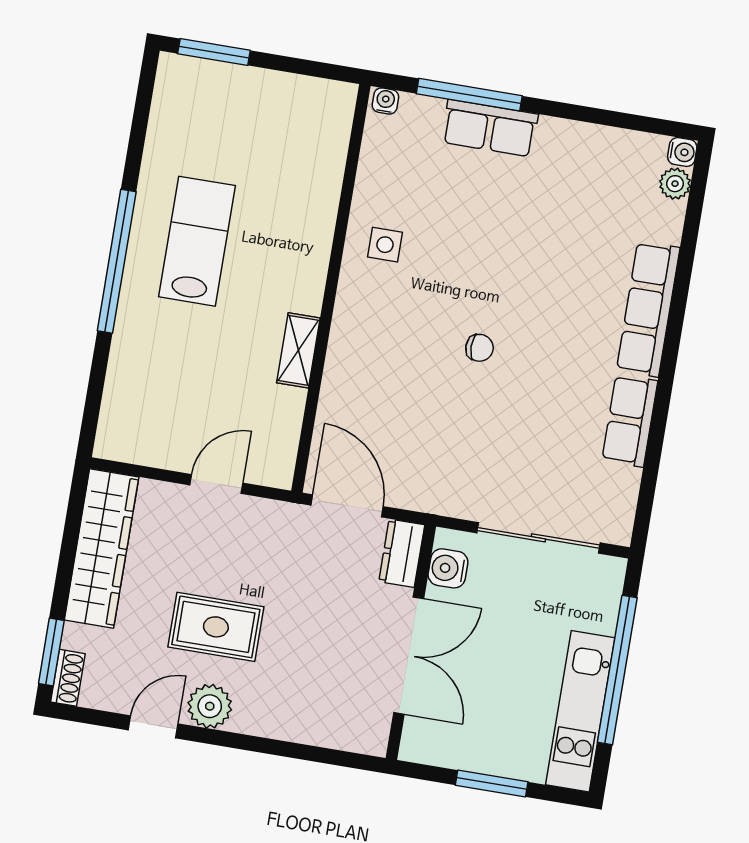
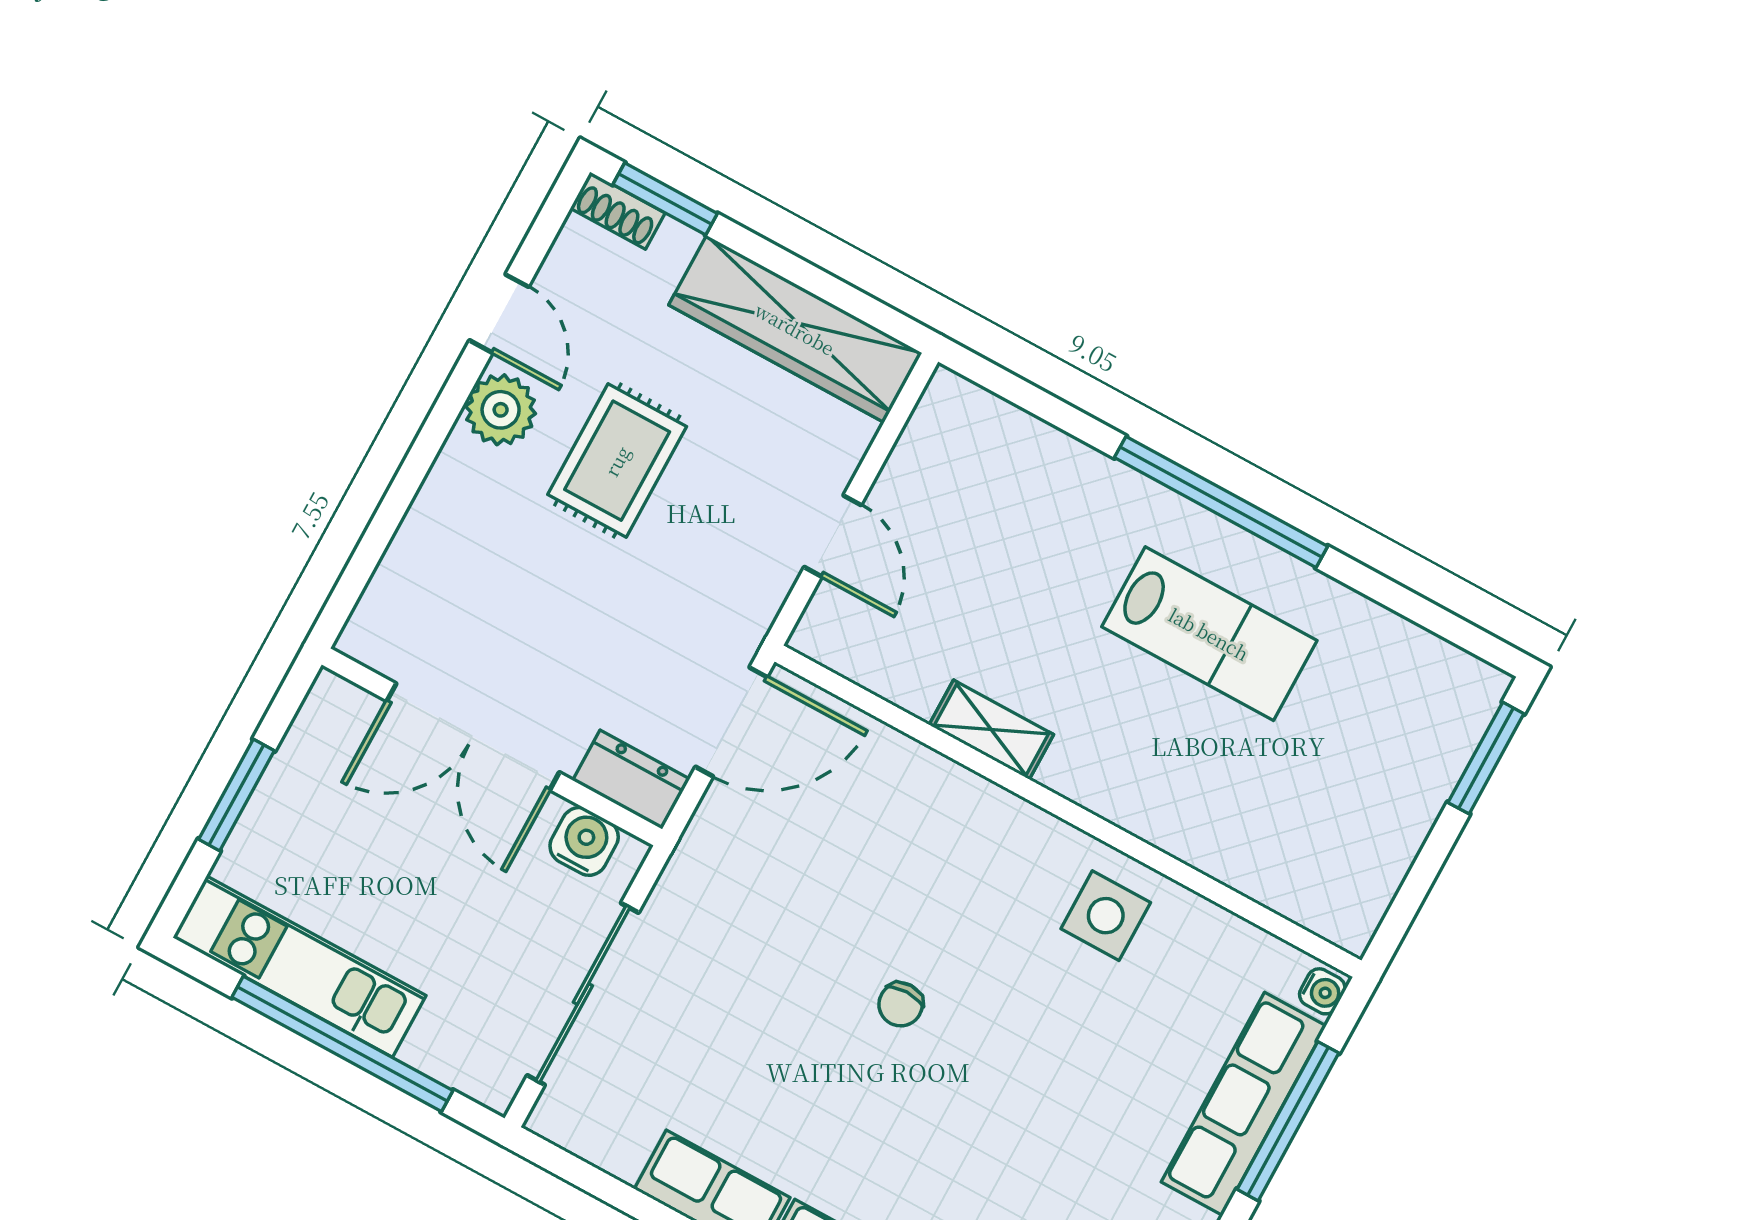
row of seats: (490, 128) -> (1244, 1104), width x1.48
side table: (385, 245) -> (1106, 916), width x1.37, depth x1.37

